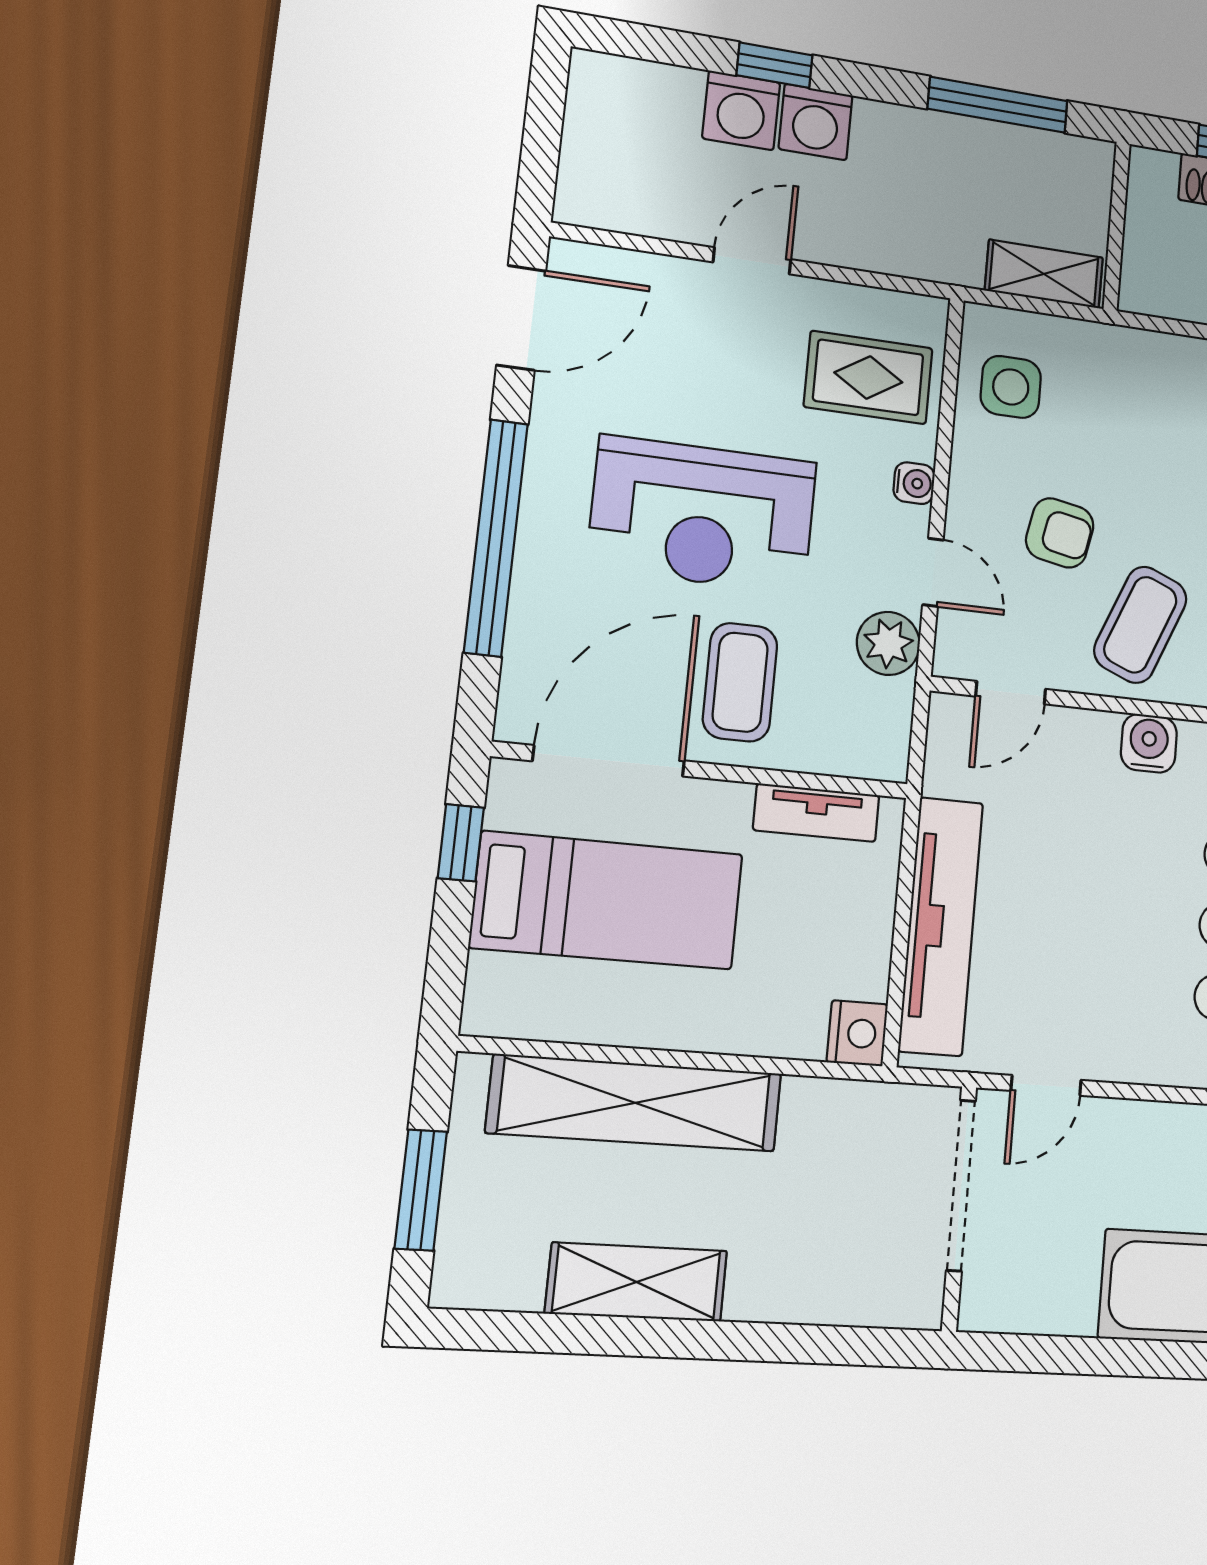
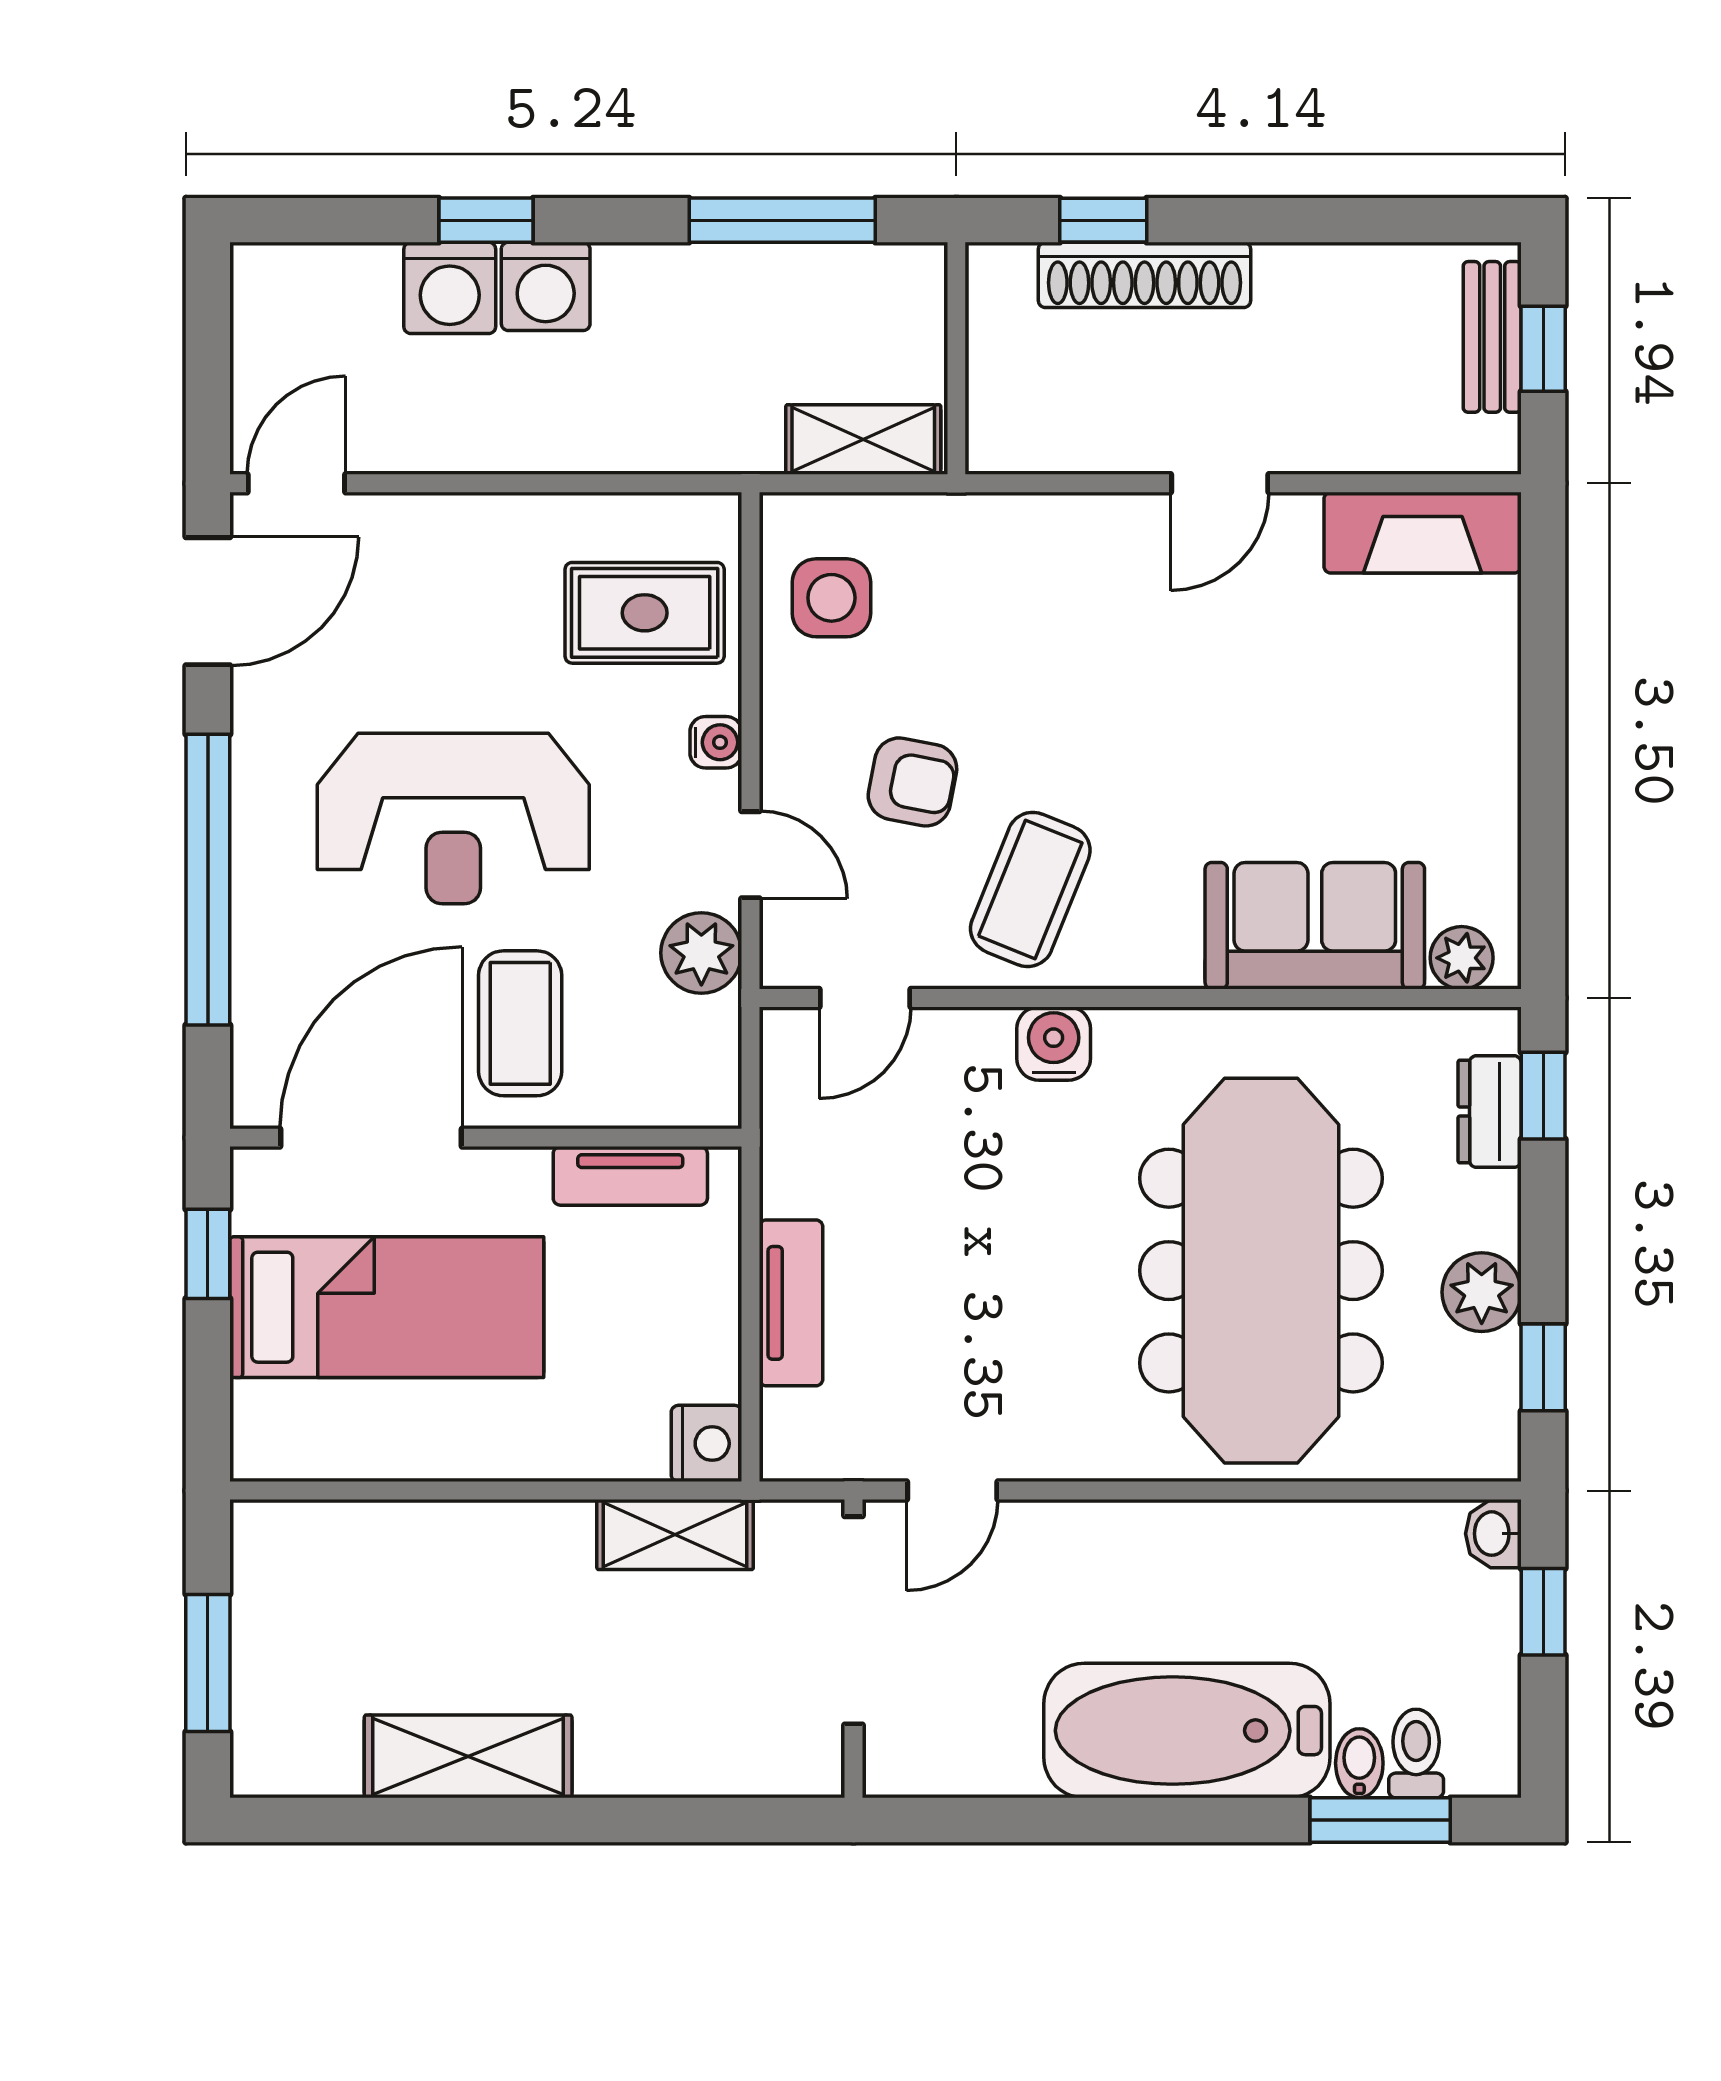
door: (752, 261) -> (296, 483), moved
tv unit: (941, 926) -> (791, 1303), width x0.52, depth x0.78
shelving: (635, 1103) -> (675, 1535), moved, width x0.45, depth x0.75

